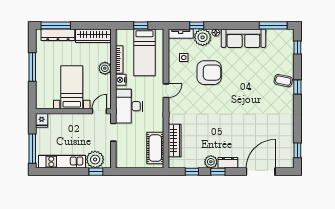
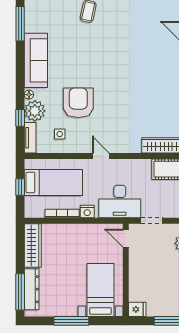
plant: (105, 68) -> (73, 231), removed
bed with nightstands: (72, 87) -> (100, 290), moved, turned 90

